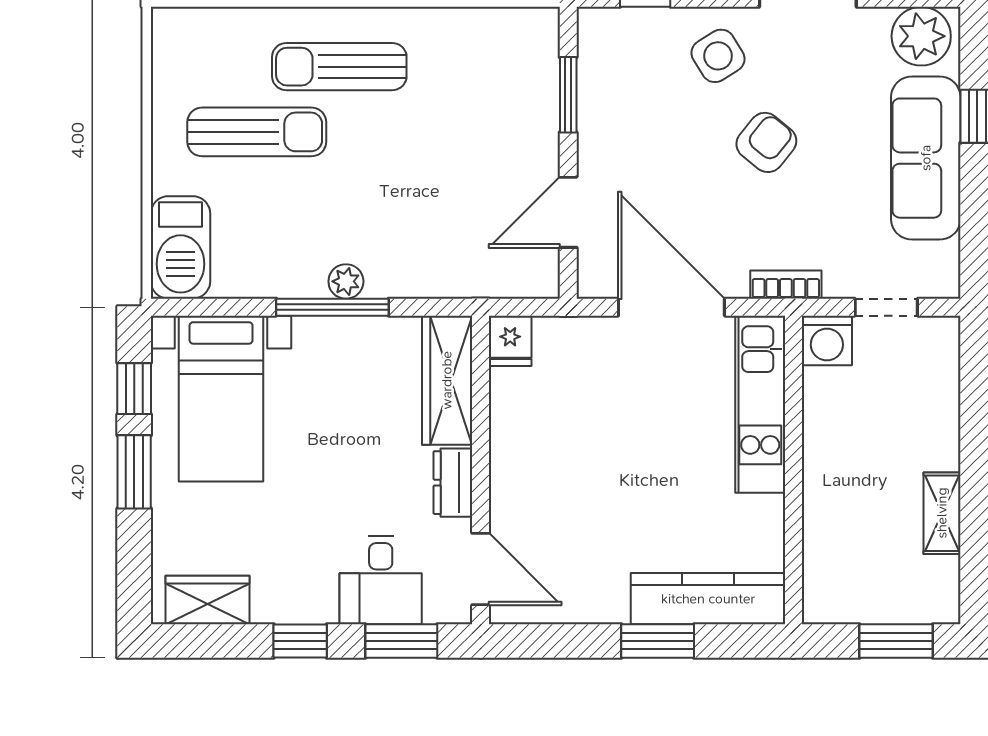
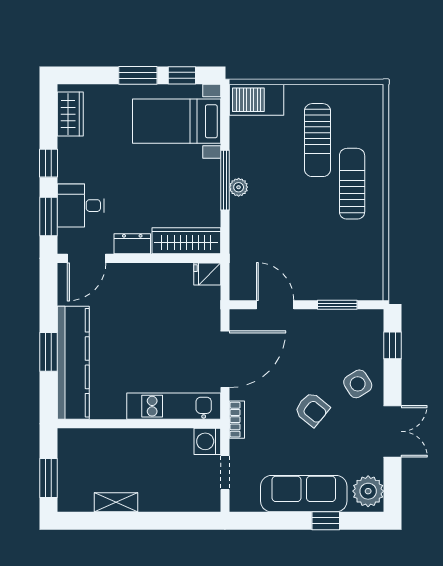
kitchen counter: (708, 599) -> (73, 363), width x1.39, depth x1.17

